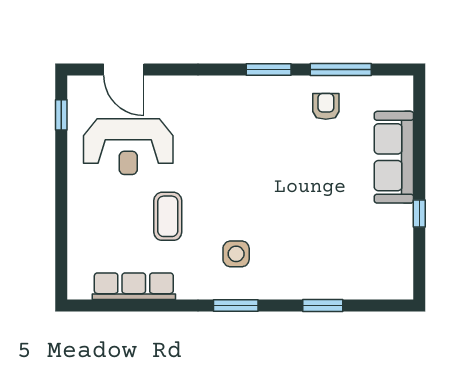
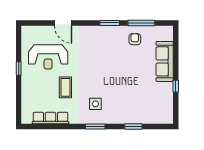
door: (124, 69) -> (63, 23), moved
window: (61, 115) -> (19, 68), moved

